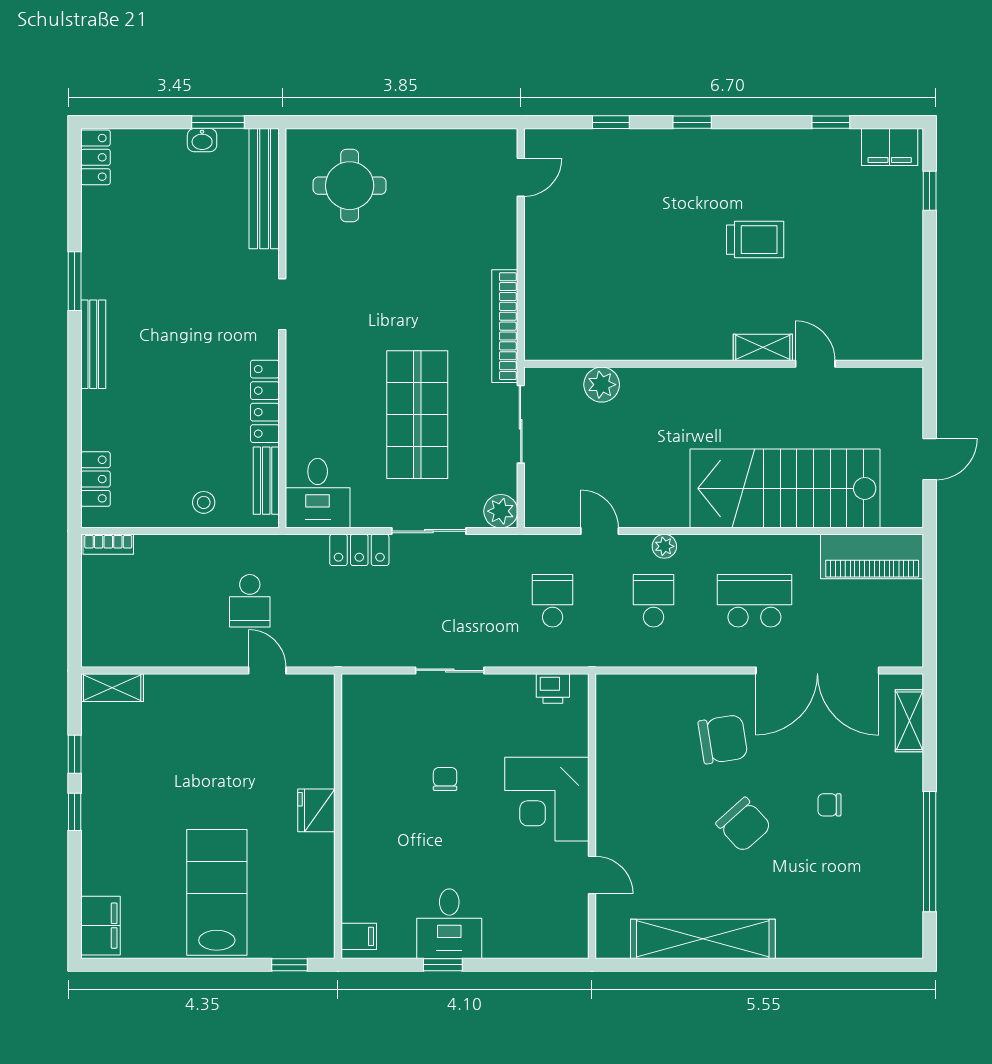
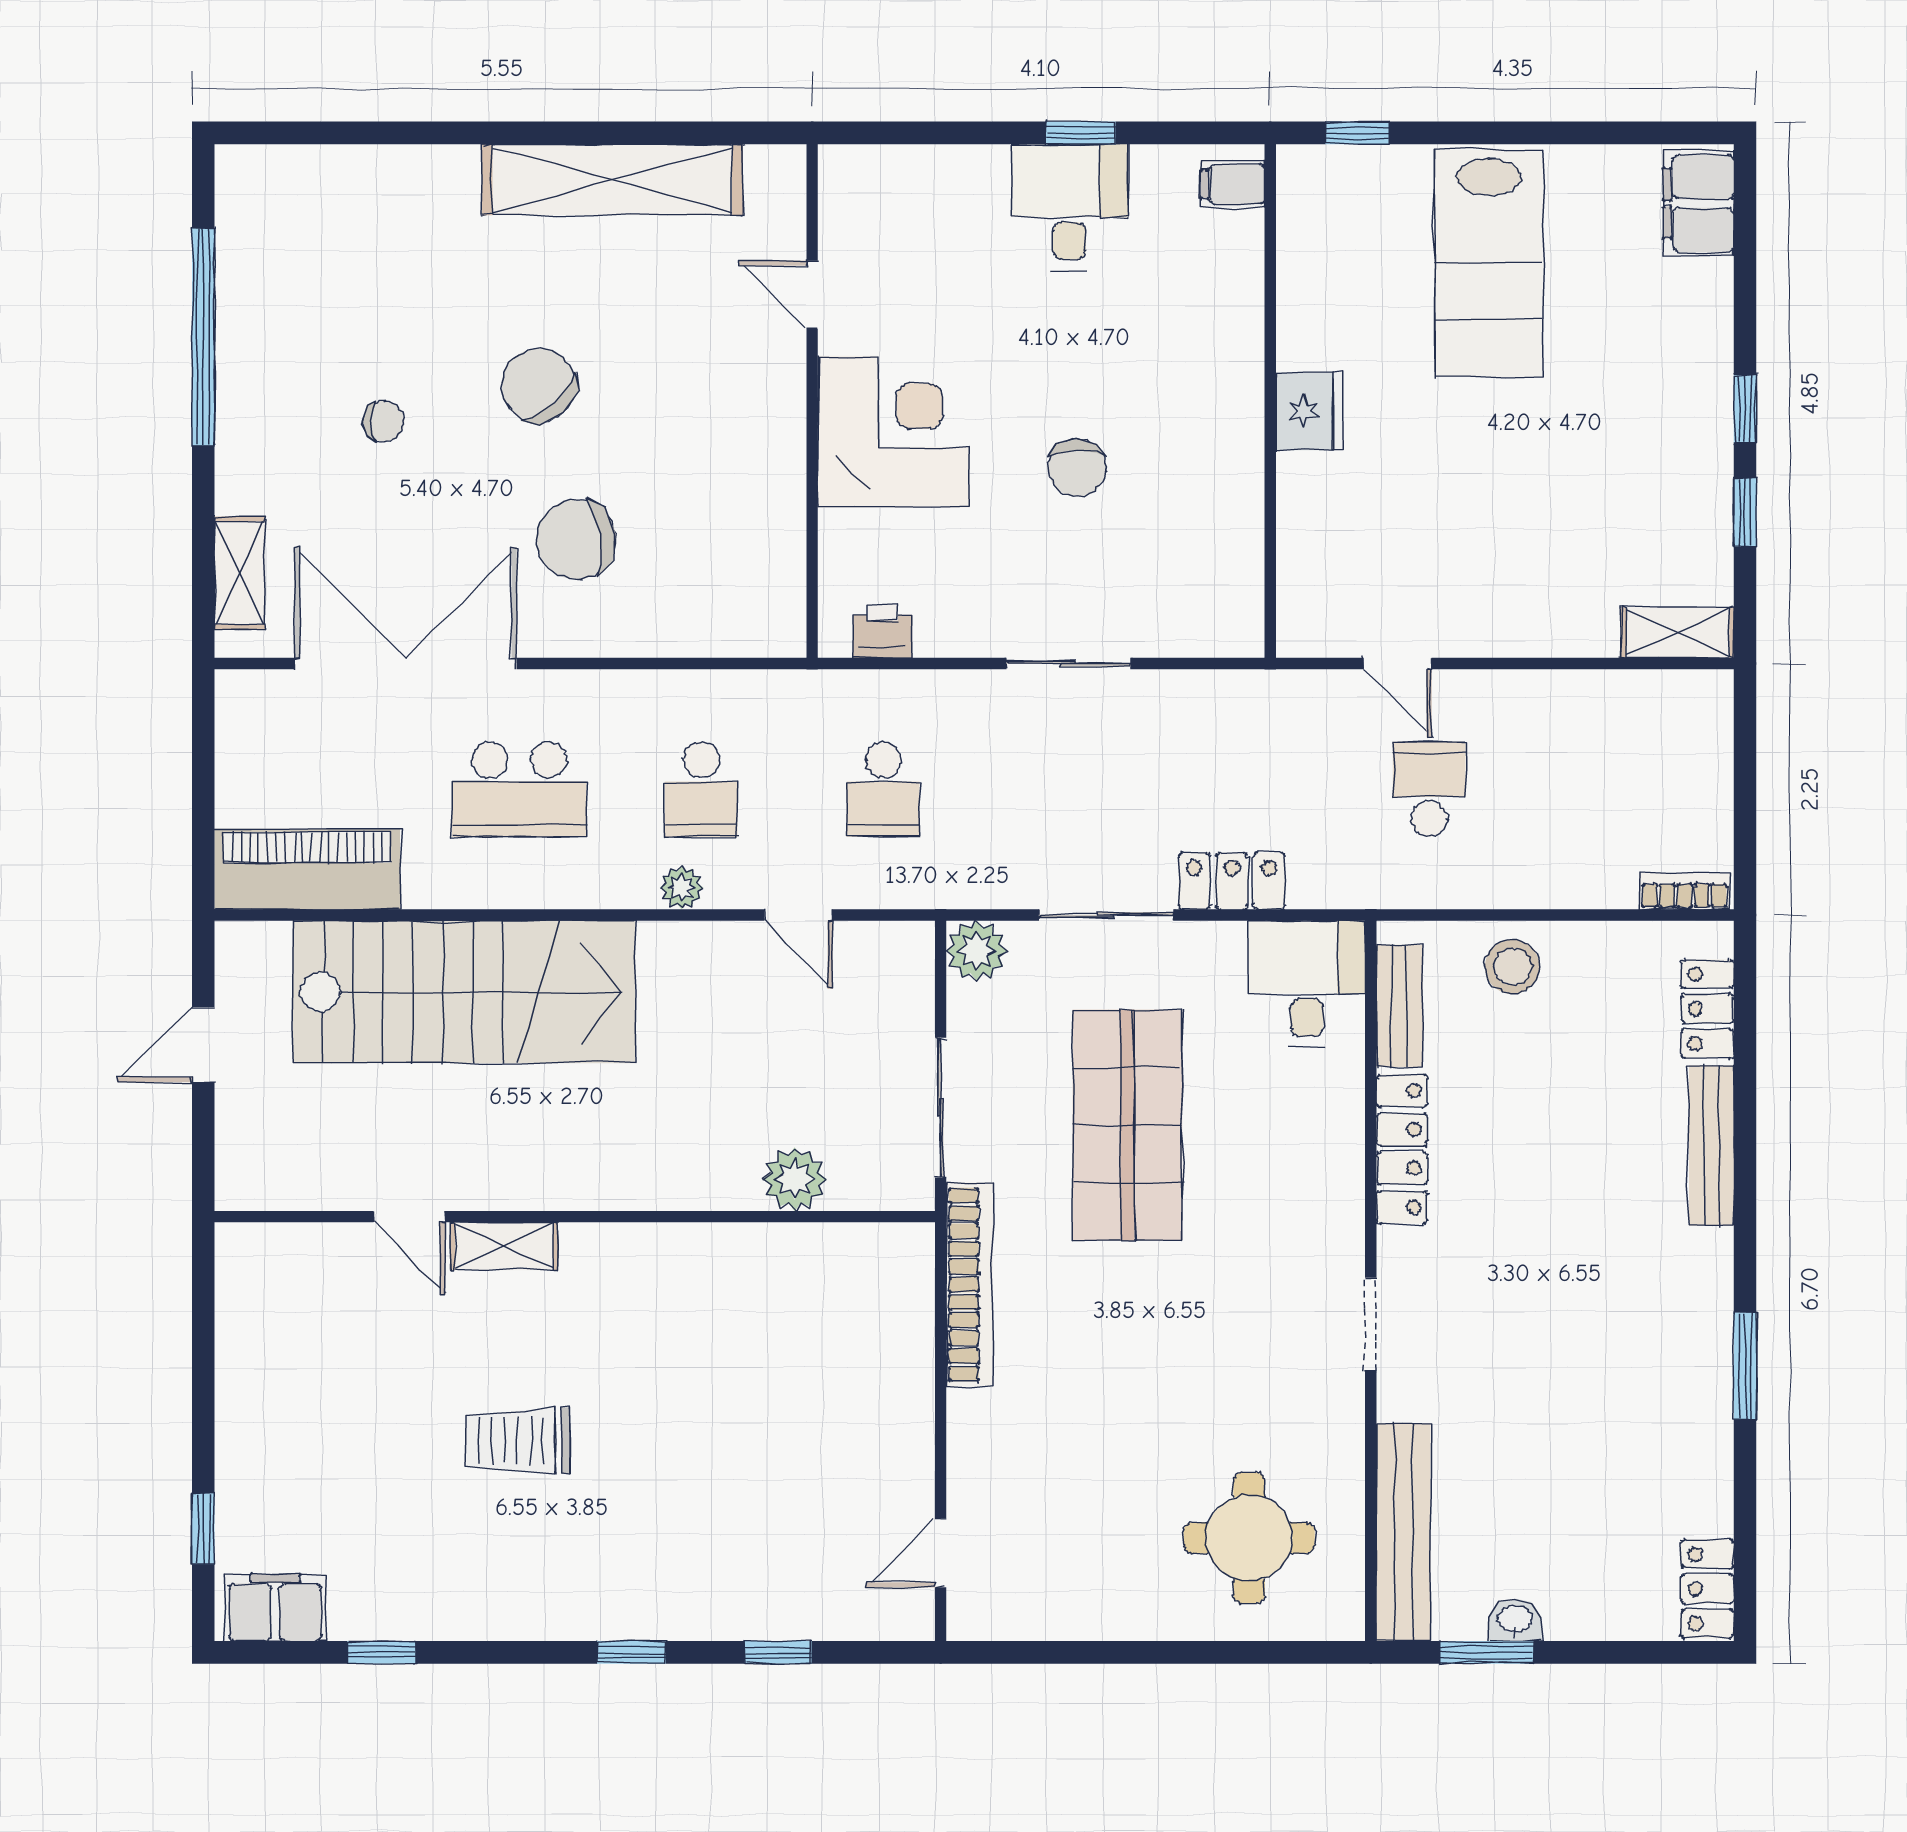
bench: (93, 344) -> (1711, 1146), moved
stool: (204, 502) -> (1512, 967), width x1.37, depth x1.37
chair: (445, 779) -> (1077, 468), width x1.37, depth x1.37

